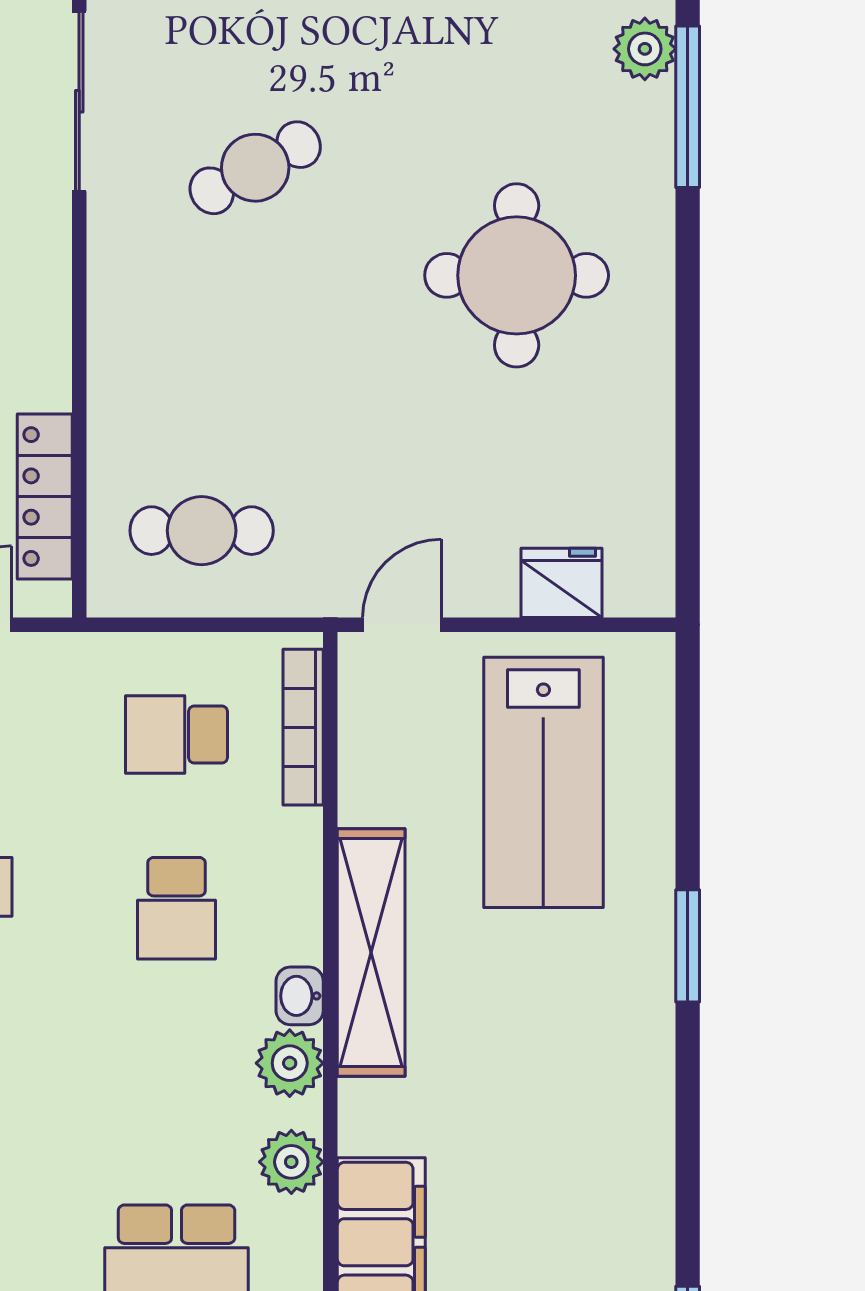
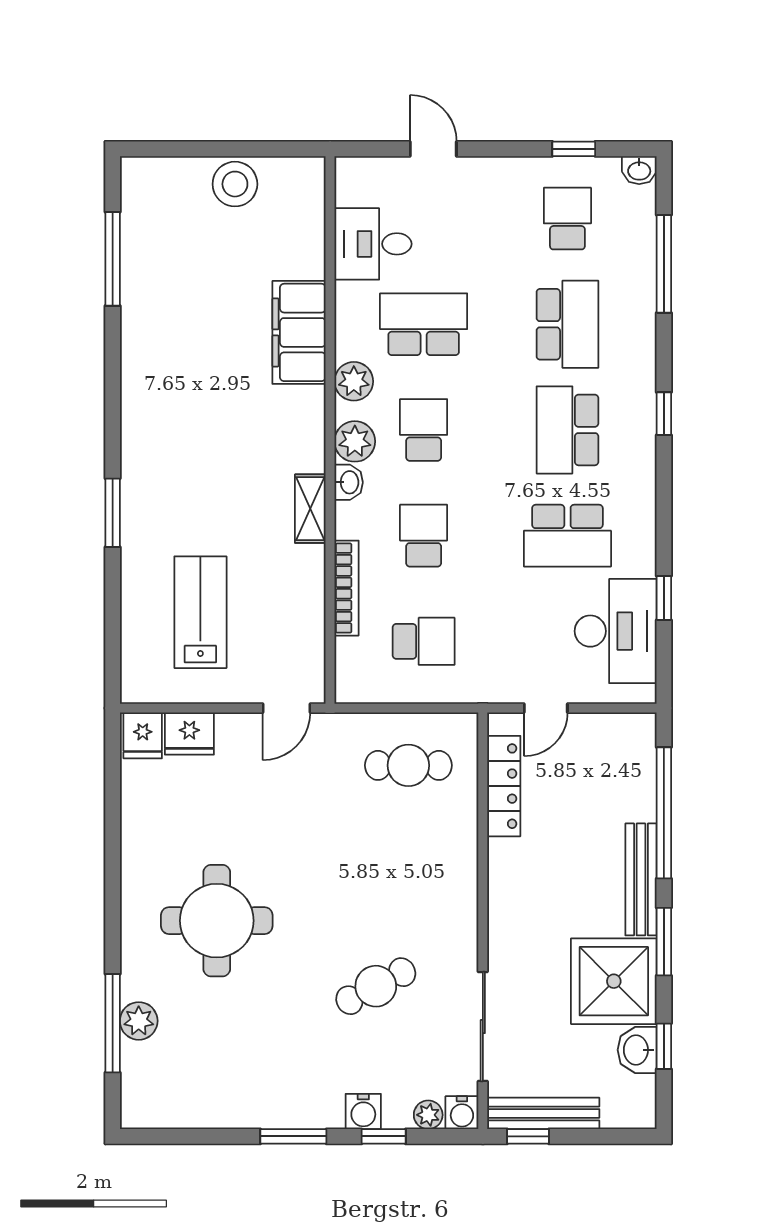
plant: (645, 49) -> (139, 1021), moved
fridge: (638, 580) -> (143, 735), added
bookcase: (303, 727) -> (347, 588), moved
lab bench: (543, 782) -> (200, 612), width x0.73, depth x0.72
shelving: (371, 953) -> (310, 509), width x0.45, depth x0.75
school desk: (177, 1082) -> (424, 430), added

